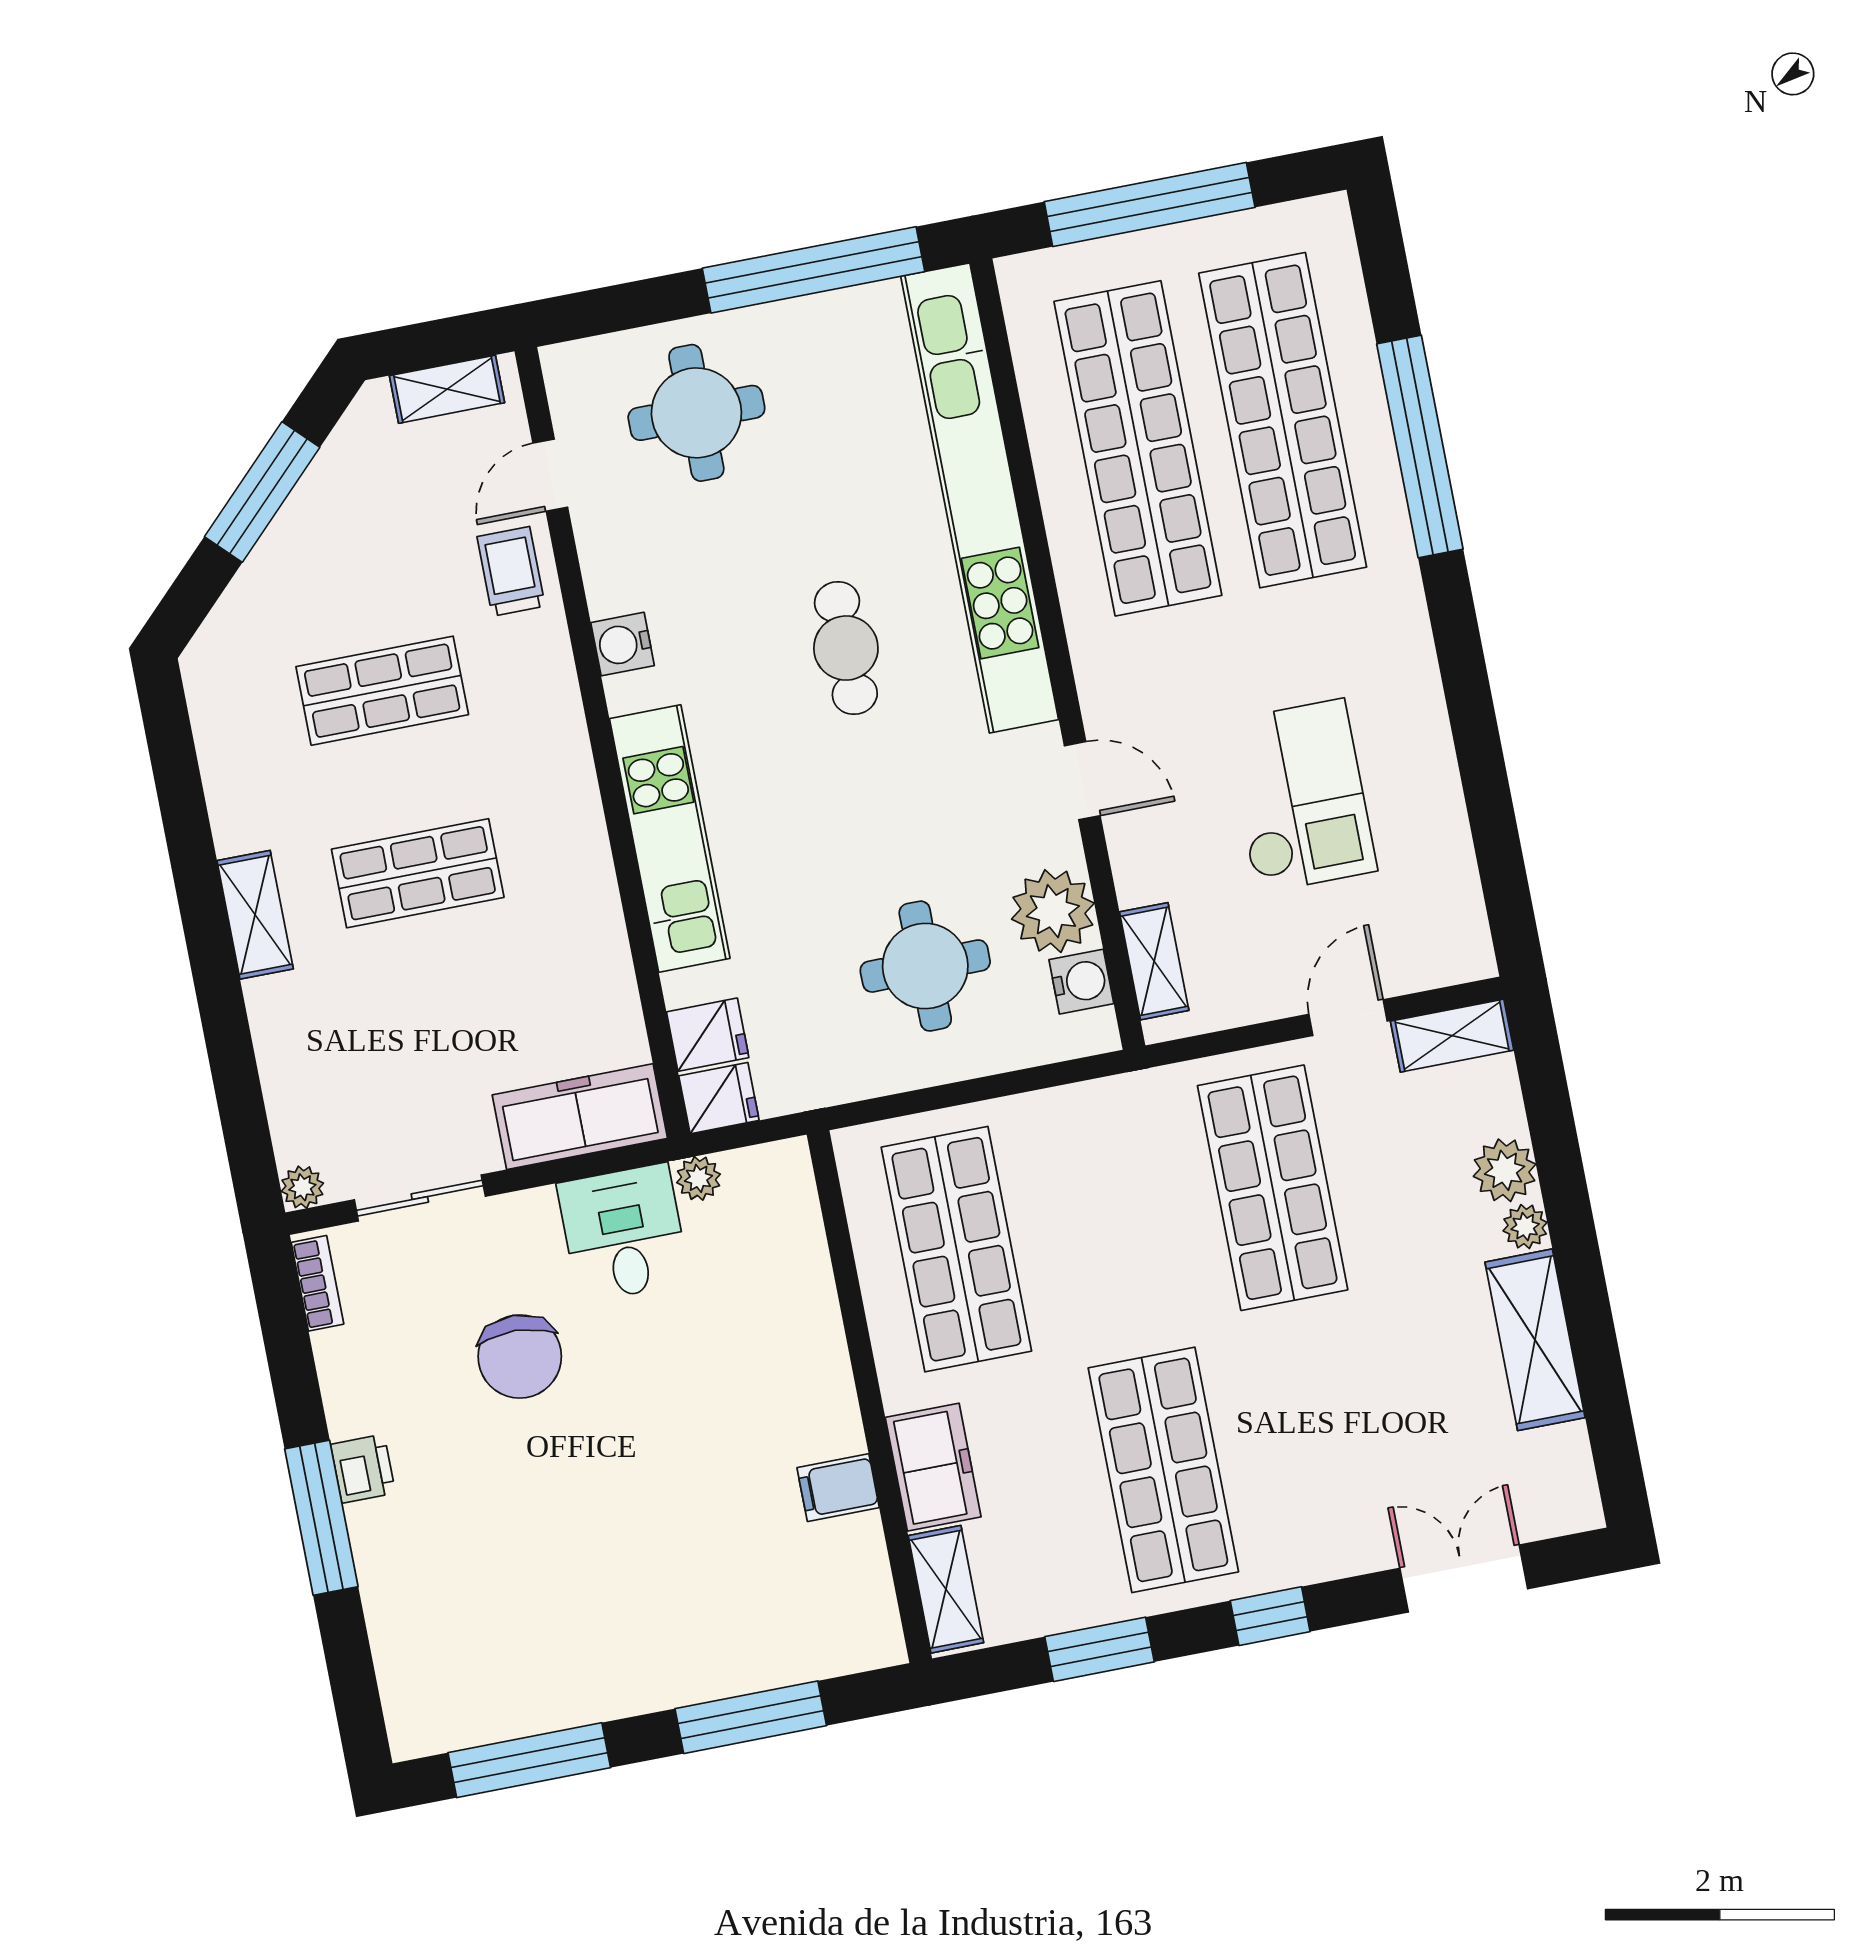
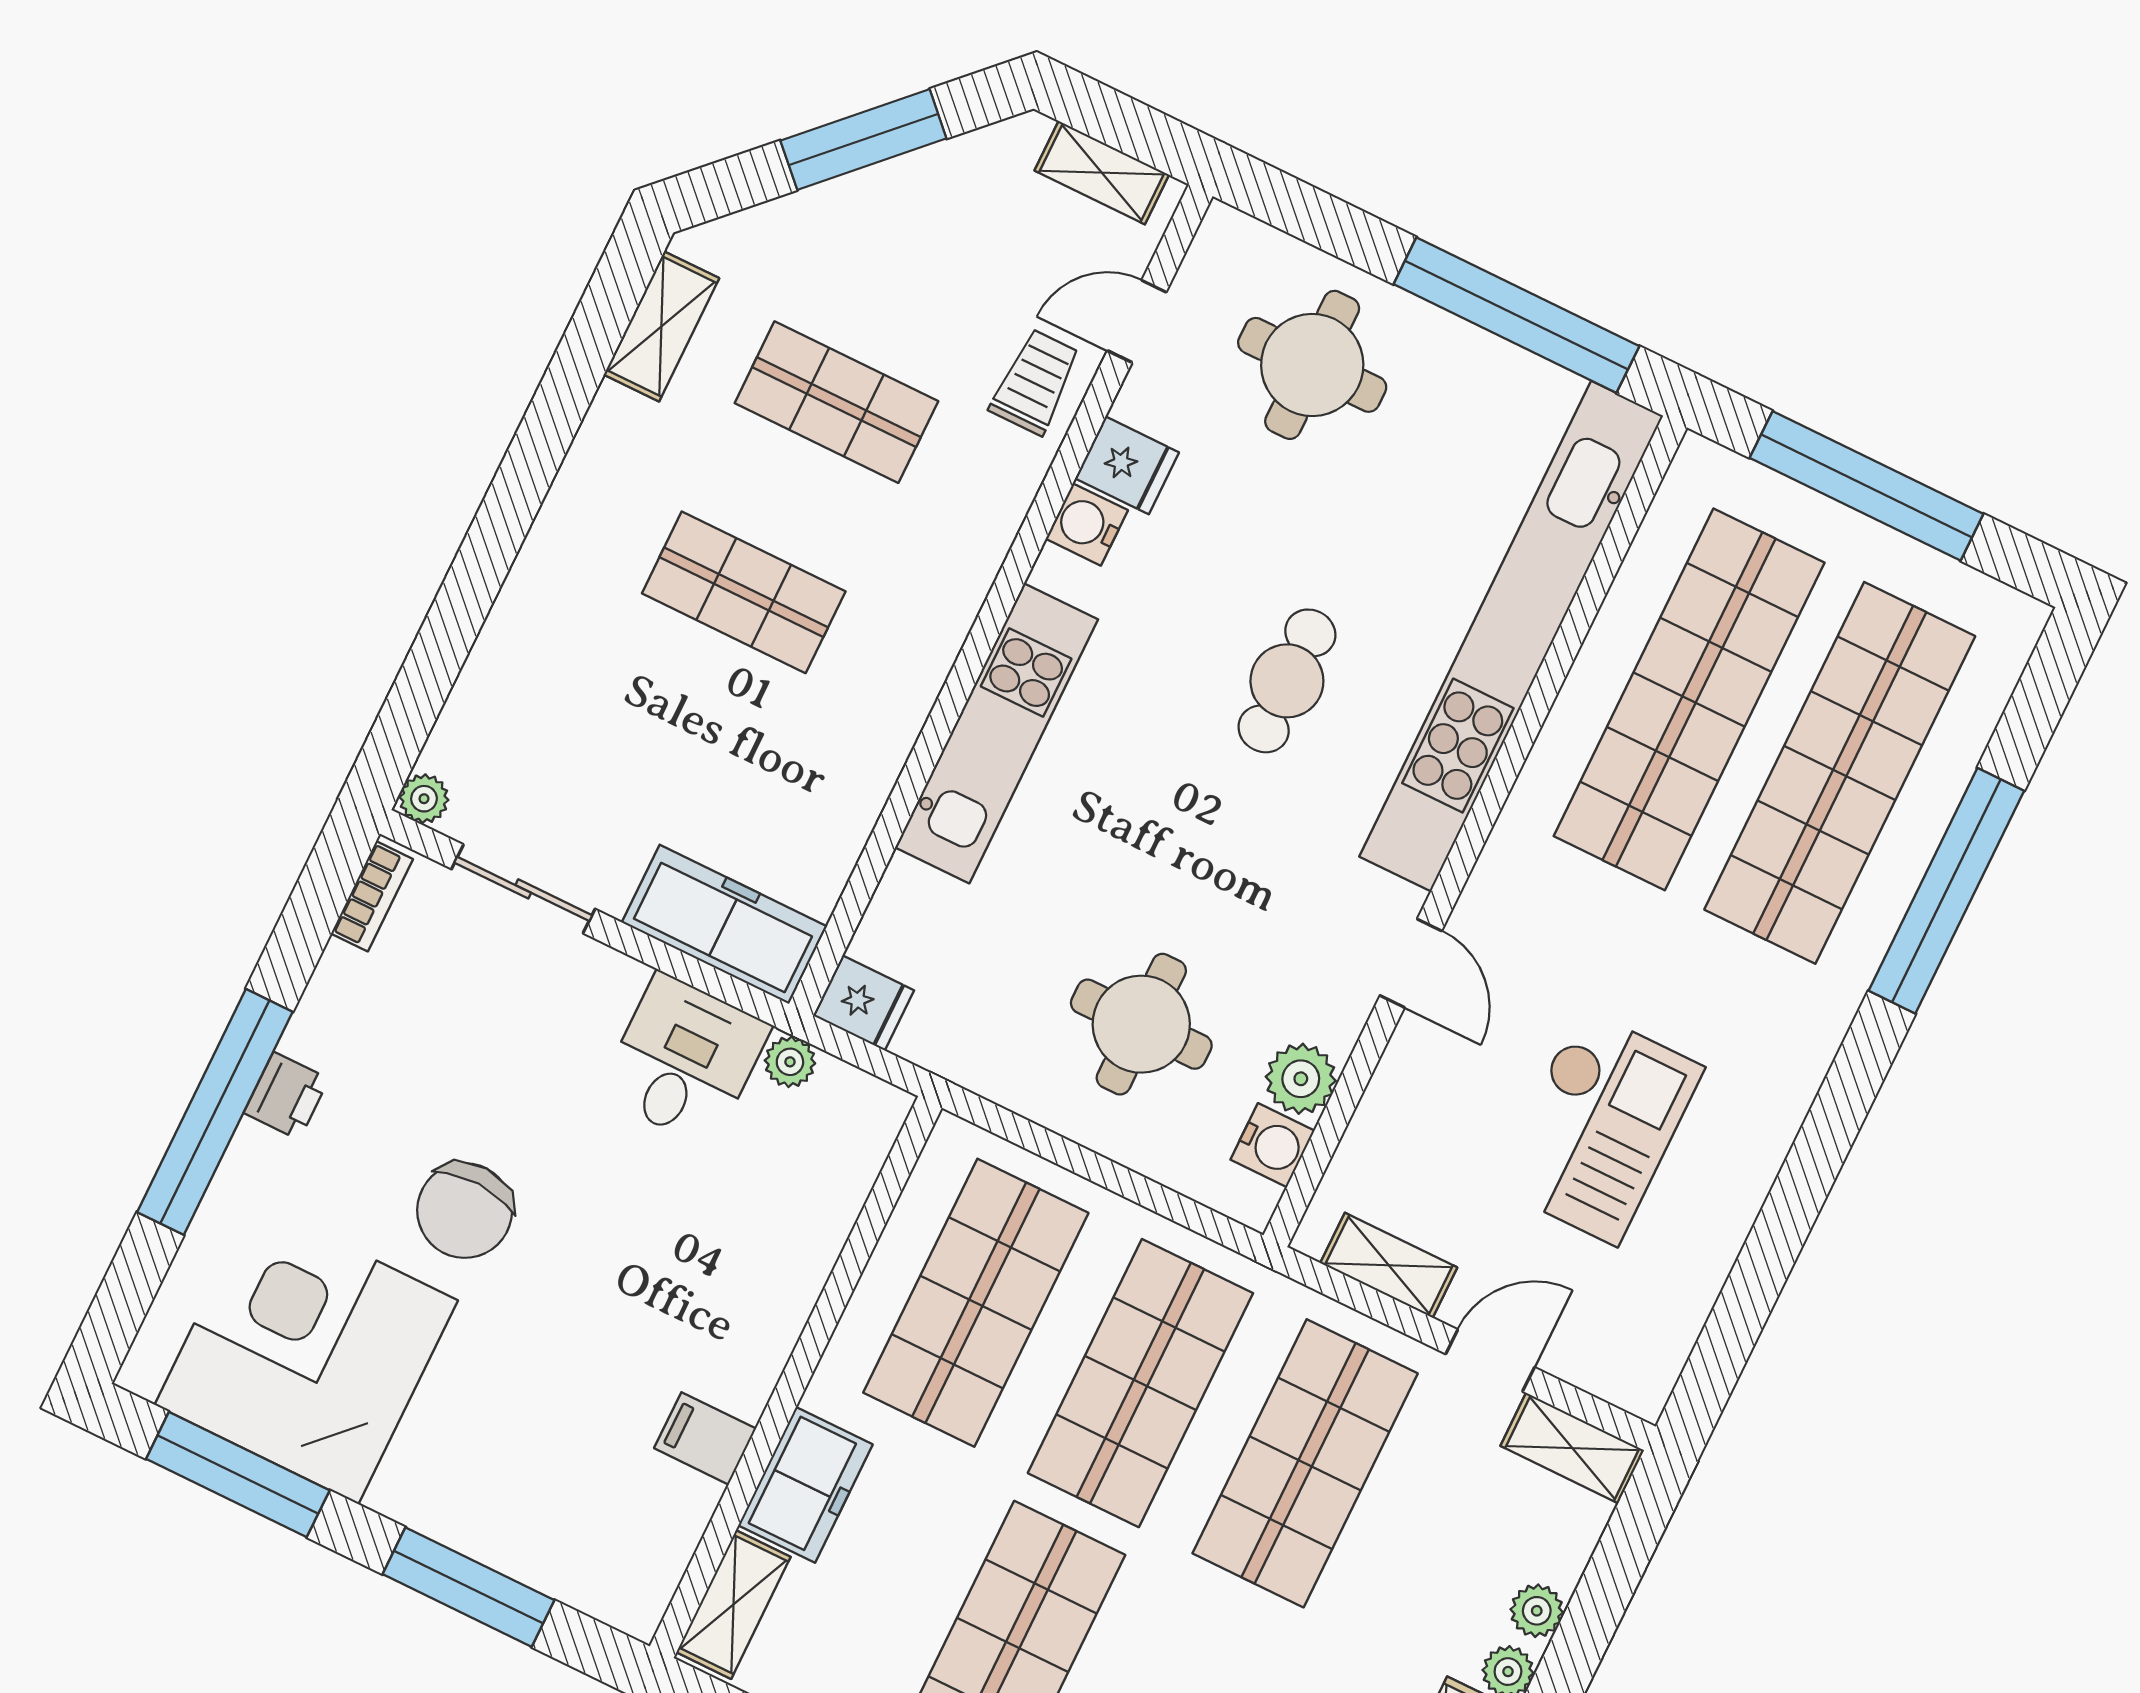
plant: (1053, 911) -> (1301, 1079), width x0.73, depth x0.73
shelving: (255, 915) -> (661, 326), moved
shelving: (1154, 961) -> (1389, 1265), moved, turned 90
fridge: (708, 1035) -> (1127, 465), moved
plant: (1505, 1170) -> (1537, 1611), width x0.73, depth x0.73
shop shelf: (1114, 1218) -> (1140, 1383), added
chair: (520, 1356) -> (465, 1210), moved
window: (321, 1518) -> (215, 1112), width x1.46
corner desk: (513, 1638) -> (306, 1353), added

